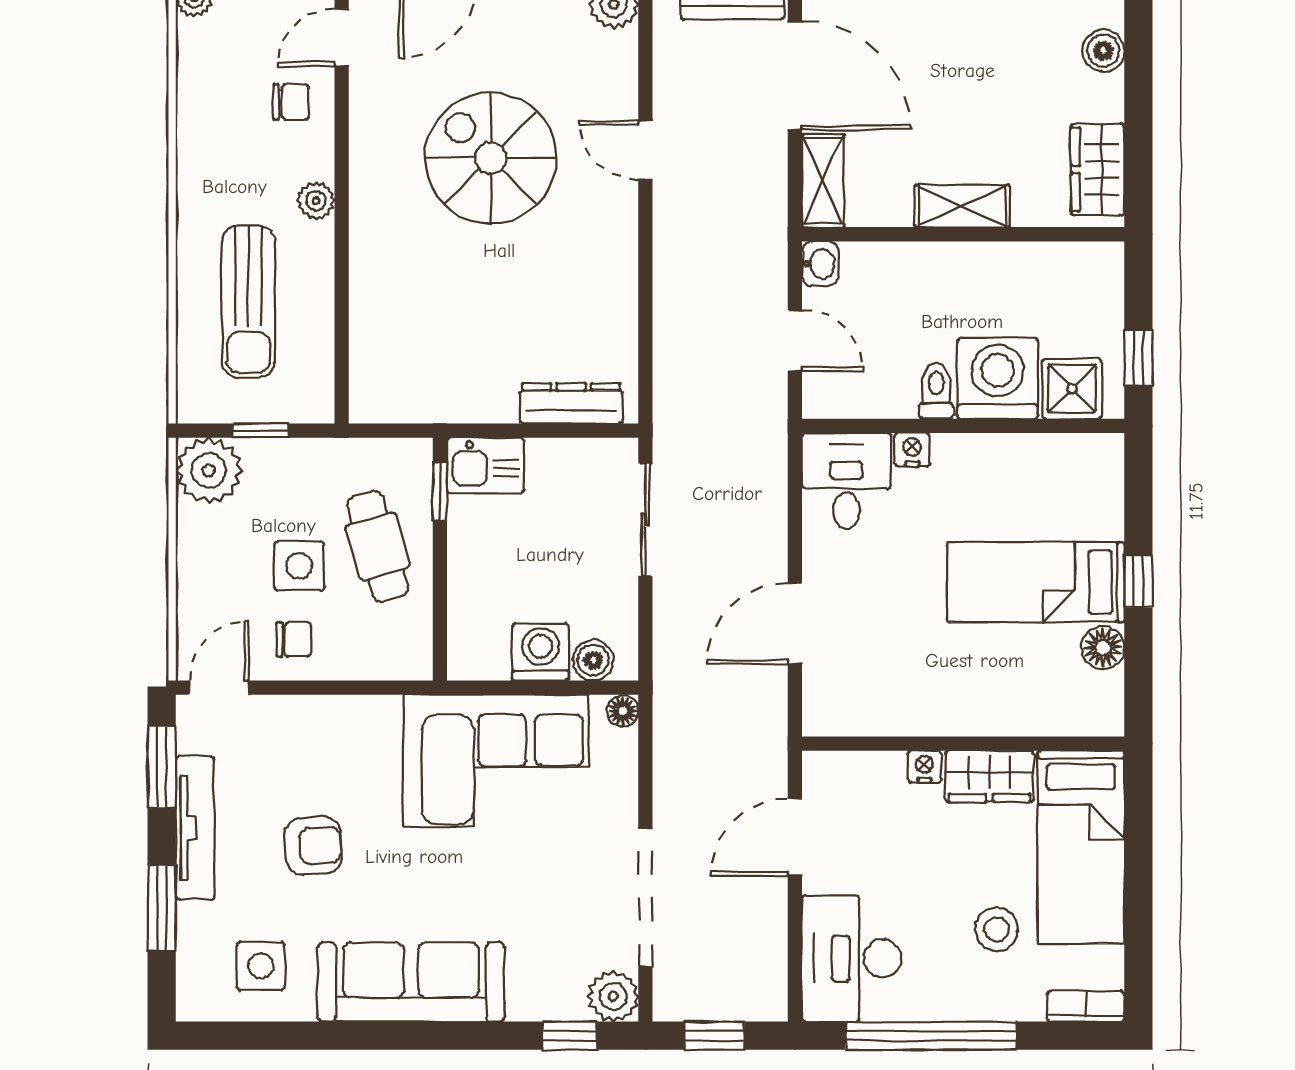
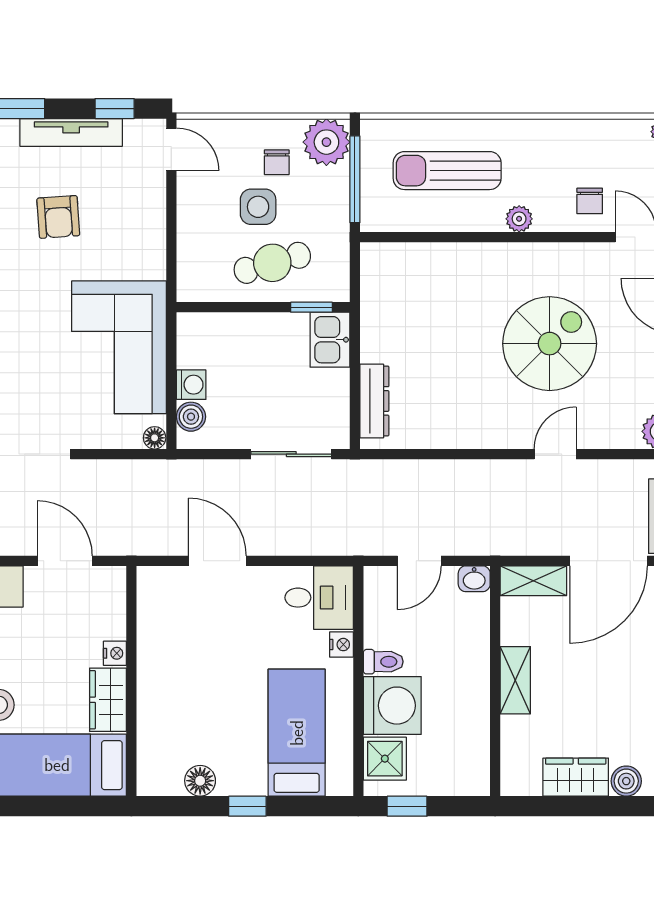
wardrobe: (1098, 169) -> (576, 777), moved
window: (261, 431) -> (355, 179), width x2.17
bed: (1036, 582) -> (297, 733), moved
chair: (294, 639) -> (277, 162), moved
washing machine: (540, 652) -> (191, 385), width x0.73, depth x0.73
window: (162, 767) -> (115, 109), width x0.67

